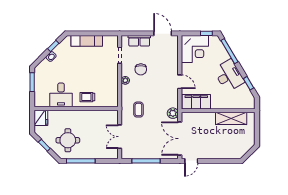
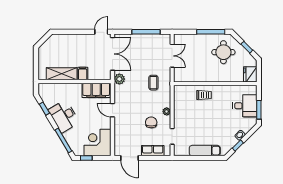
desk: (61, 95) -> (245, 106), moved, turned 90
filing cabinet: (210, 119) -> (83, 74), added

